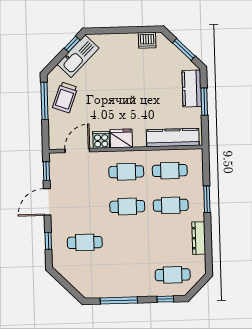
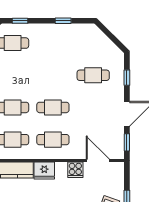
fridge: (121, 138) -> (44, 171), moved
door: (77, 150) -> (98, 161), swing flipped
window: (119, 300) -> (63, 21), width x0.46

